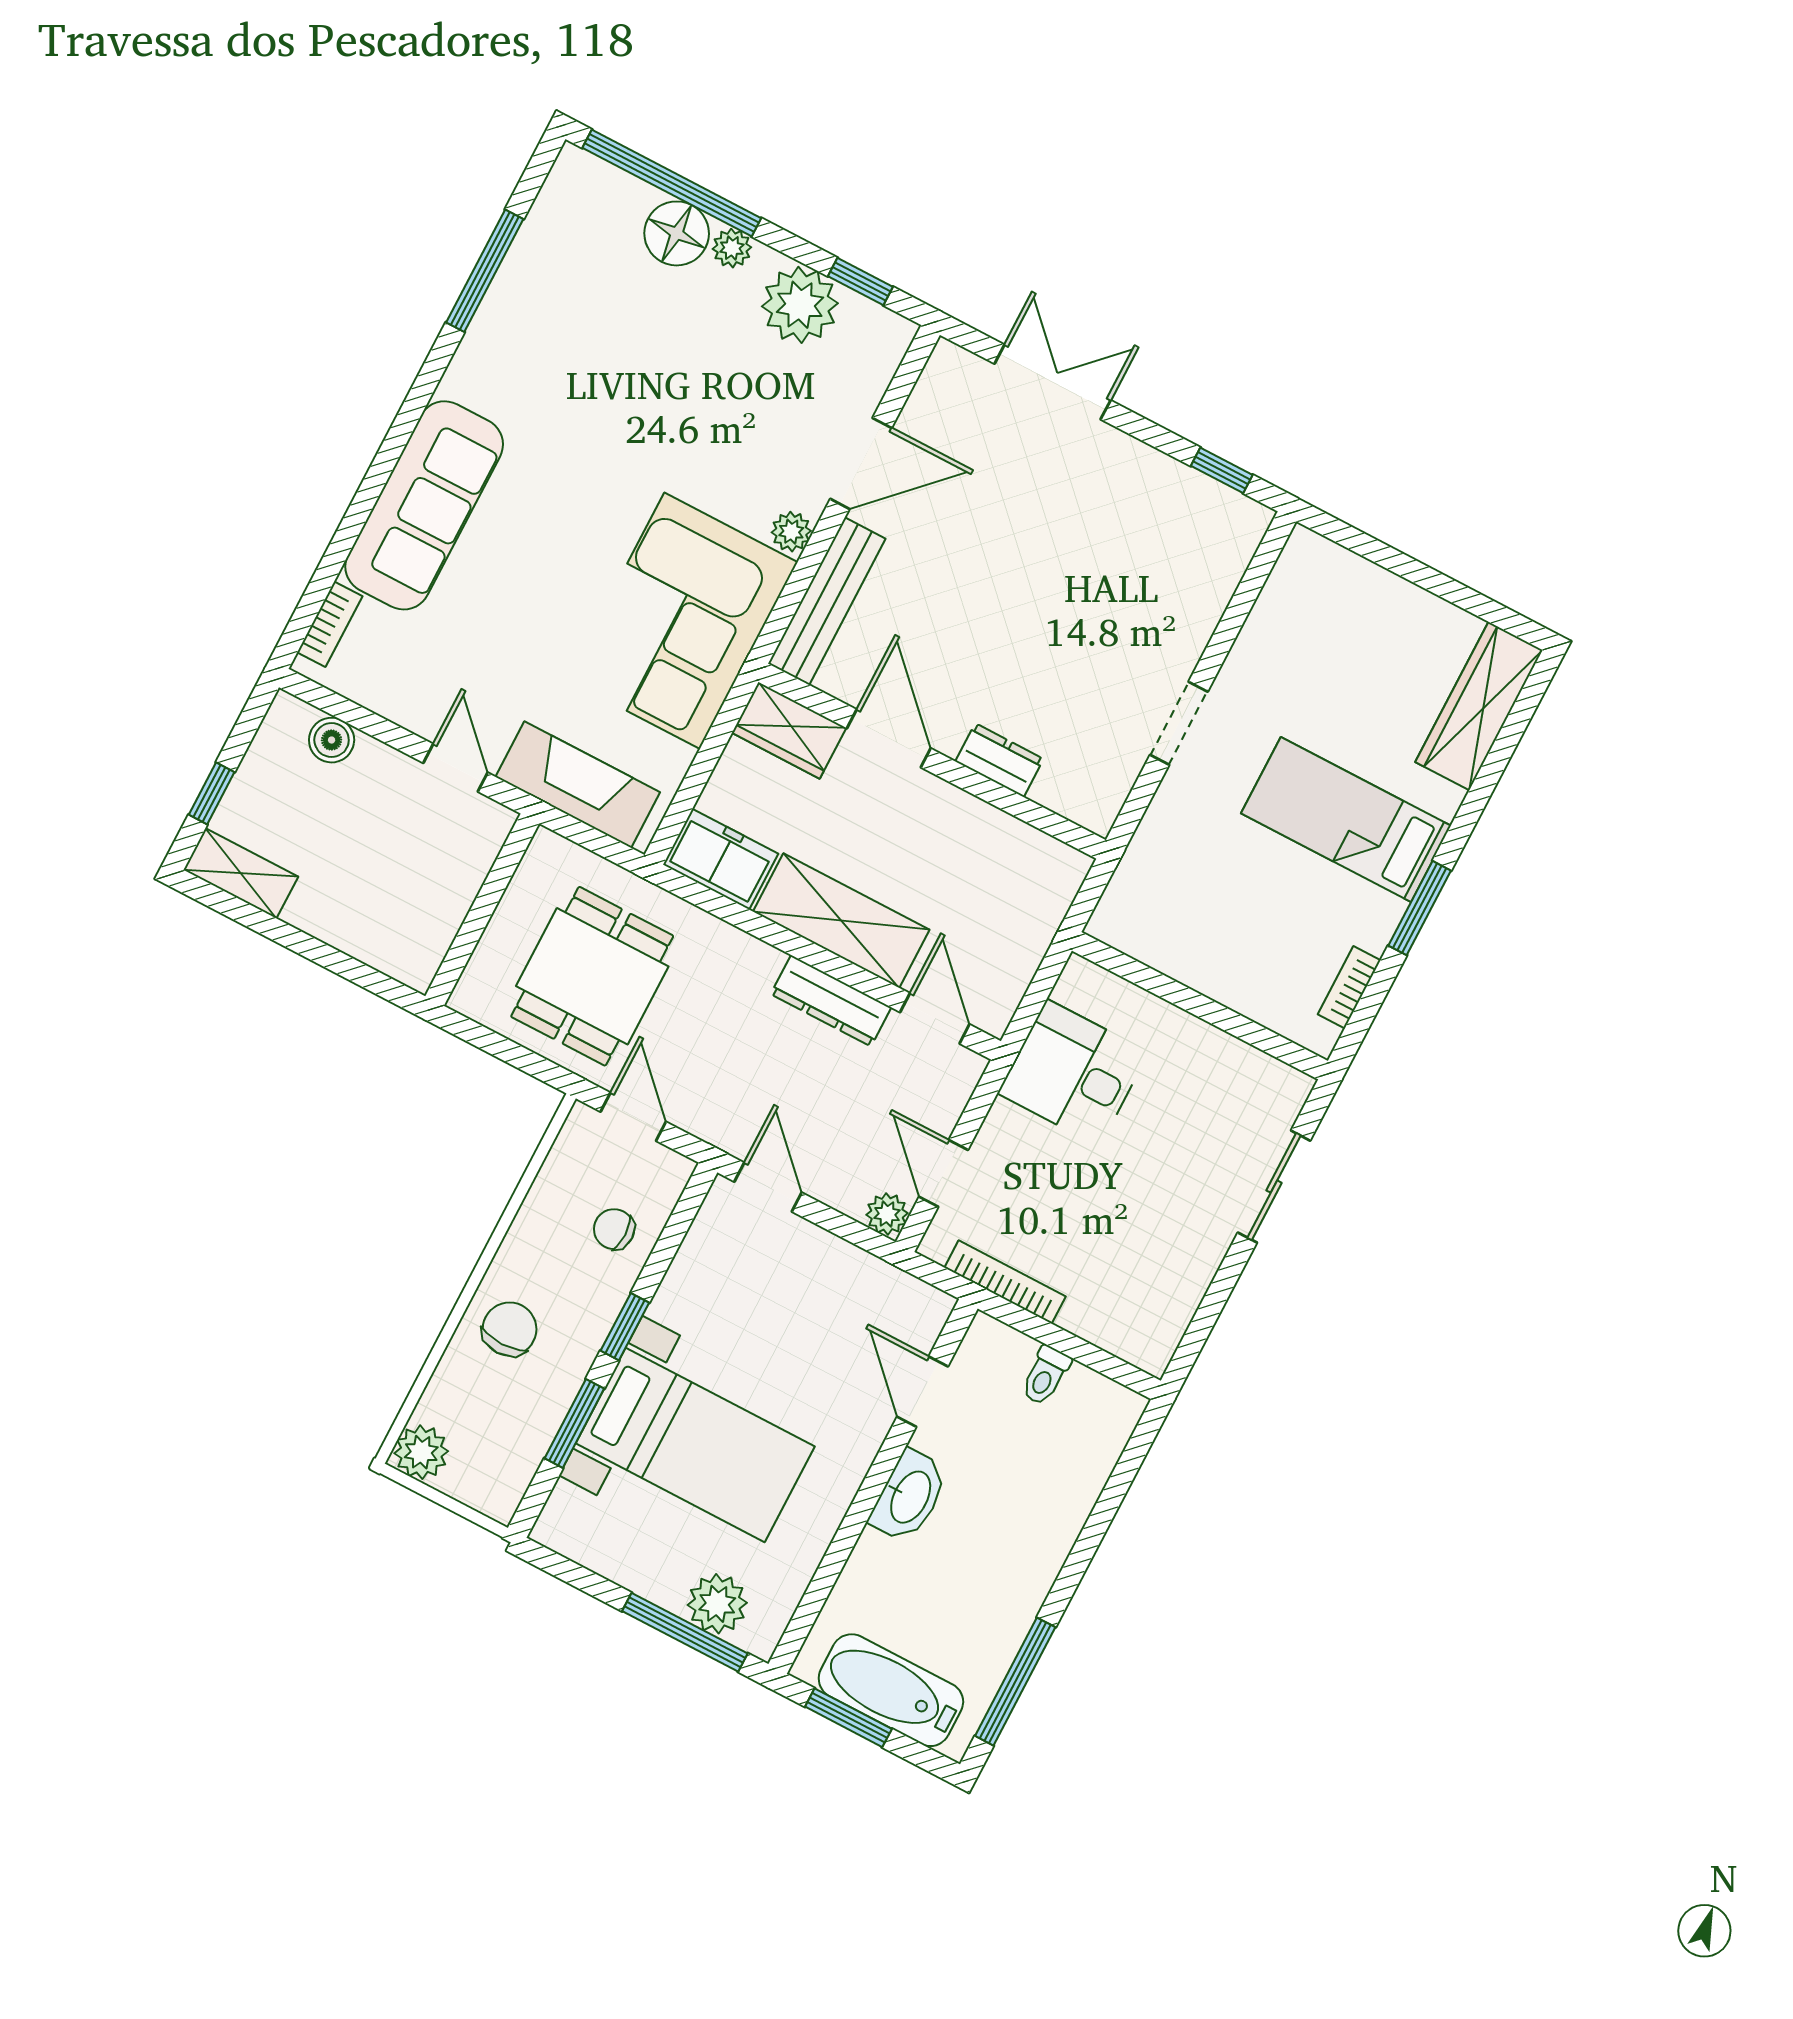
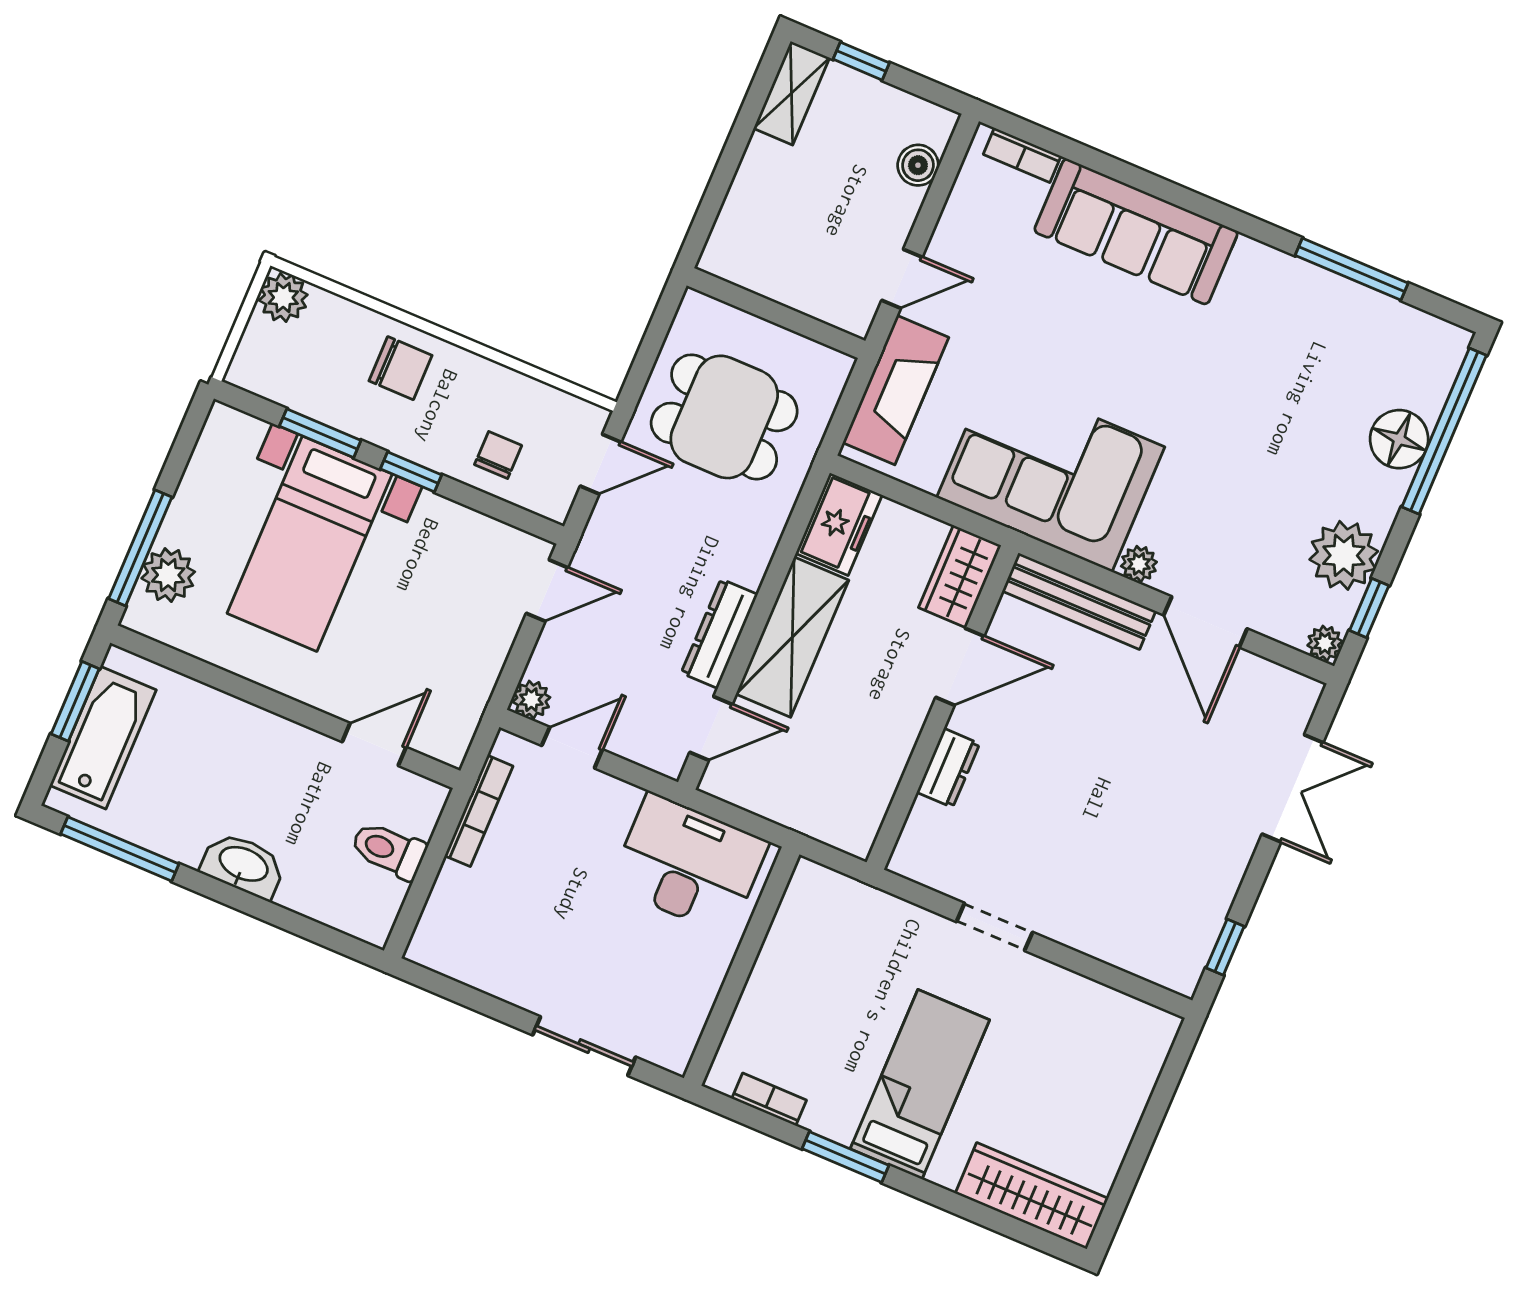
plant: (732, 248) -> (1325, 643), moved
desk: (1073, 1073) -> (689, 864), width x1.37
toilet: (1046, 1376) -> (389, 850), width x1.37, depth x1.39
washbasin: (909, 1496) -> (243, 865), moved, turned 180

